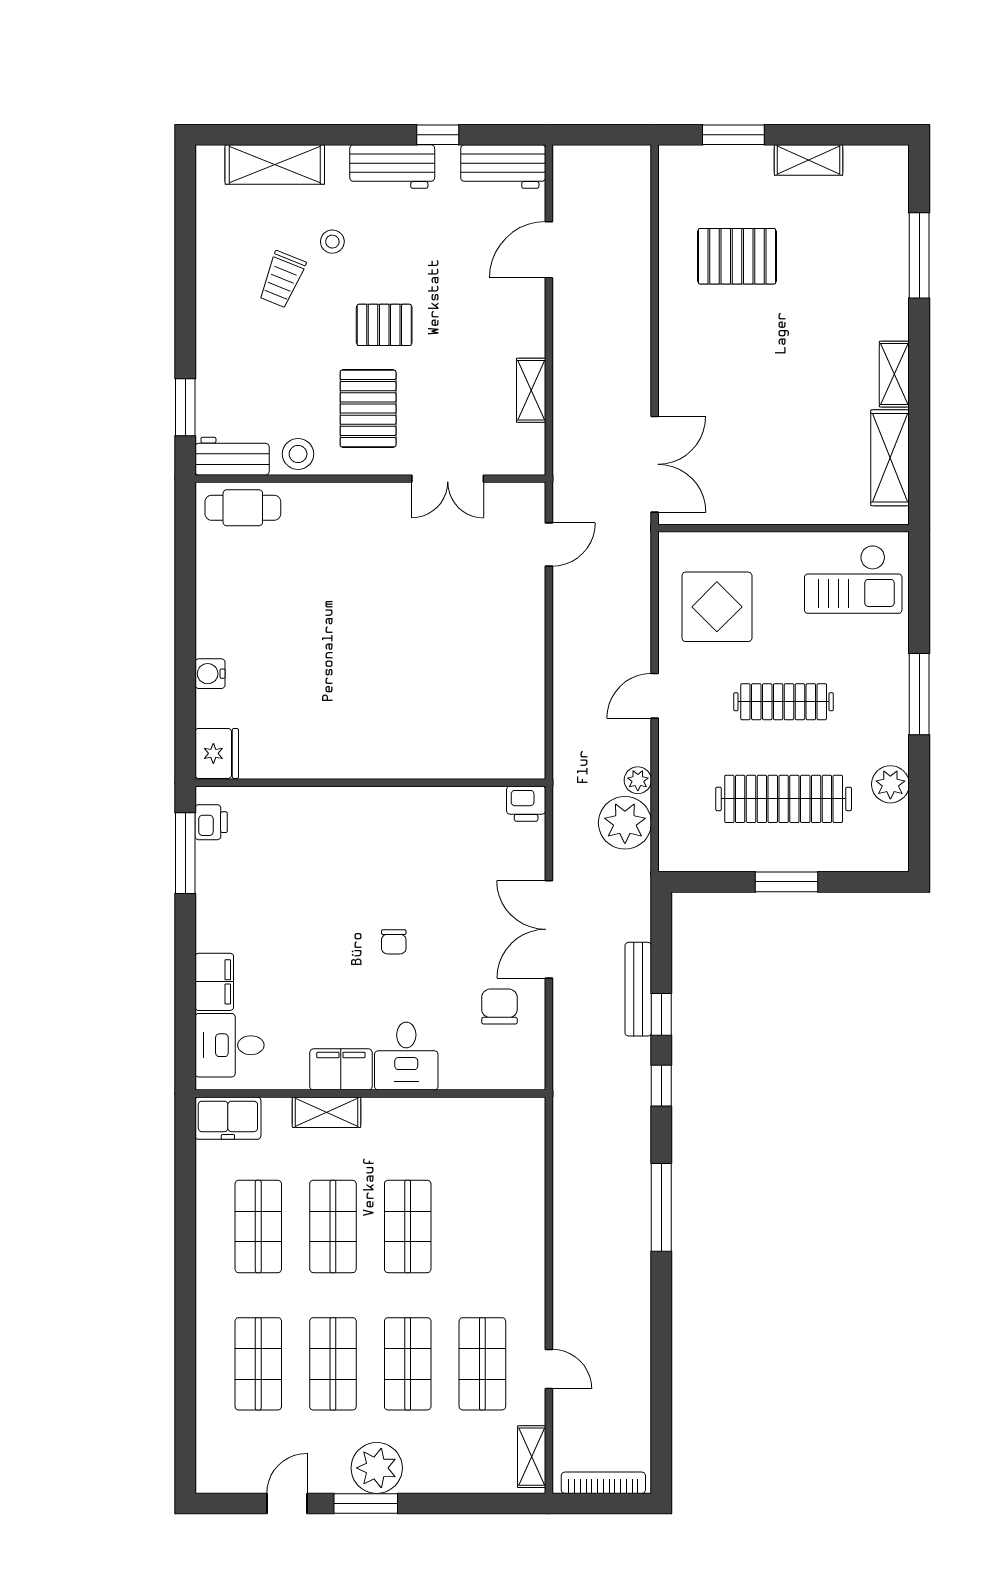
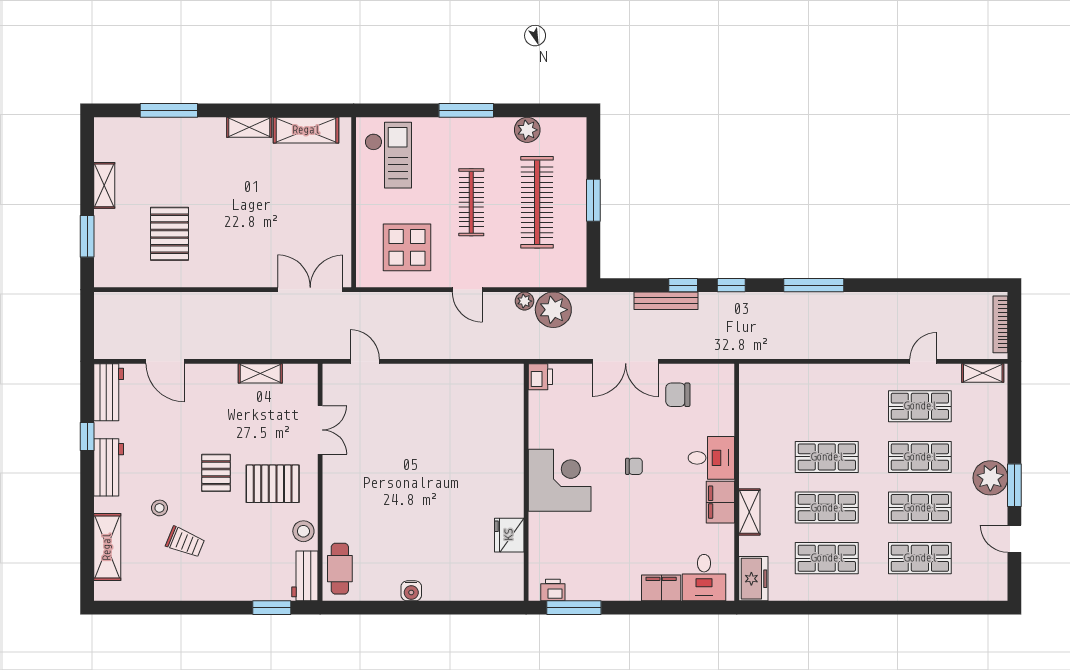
water cooler: (210, 674) -> (411, 591), moved
fridge: (217, 753) -> (509, 535), moved, turned -90
corner desk: (373, 832) -> (560, 480), added

